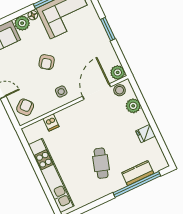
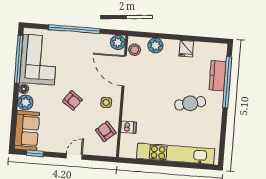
window: (108, 29) -> (74, 29), width x2.11
armchair: (25, 107) -> (106, 131), moved
cafe table: (101, 163) -> (190, 103), turned -30

